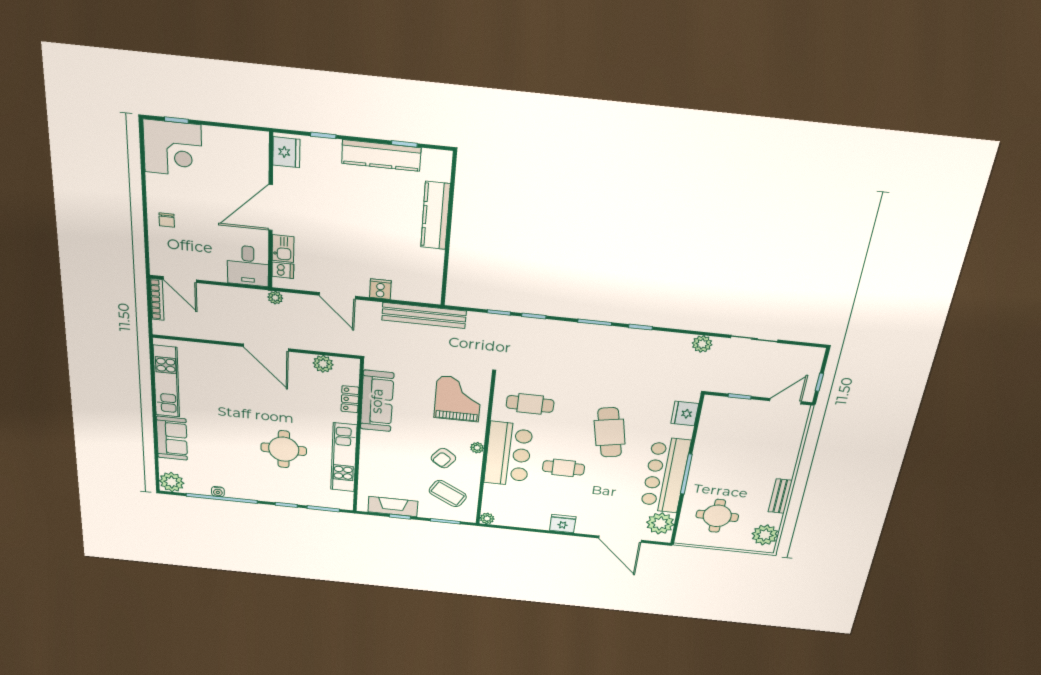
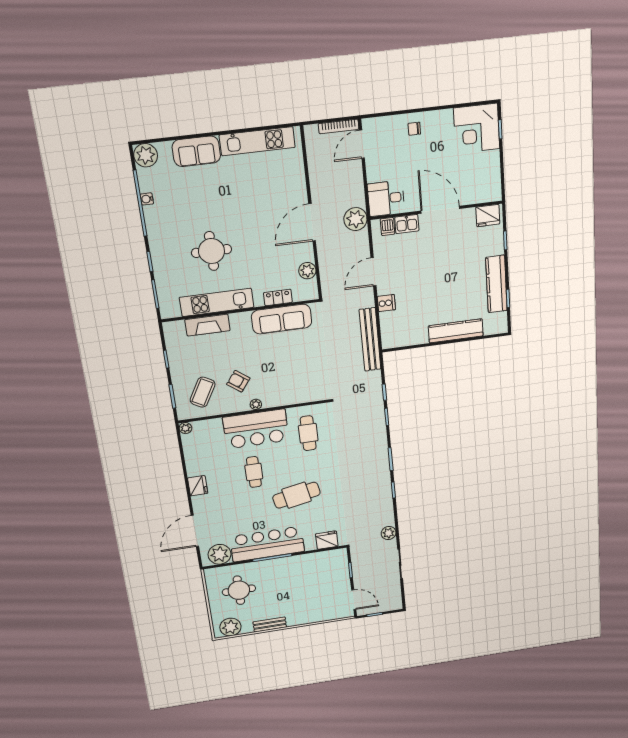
plant: (275, 298) -> (356, 219), width x1.88, depth x1.88
grand piano: (458, 399) -> (300, 380), removed
fireplace: (393, 507) -> (208, 325), moved, turned 90

